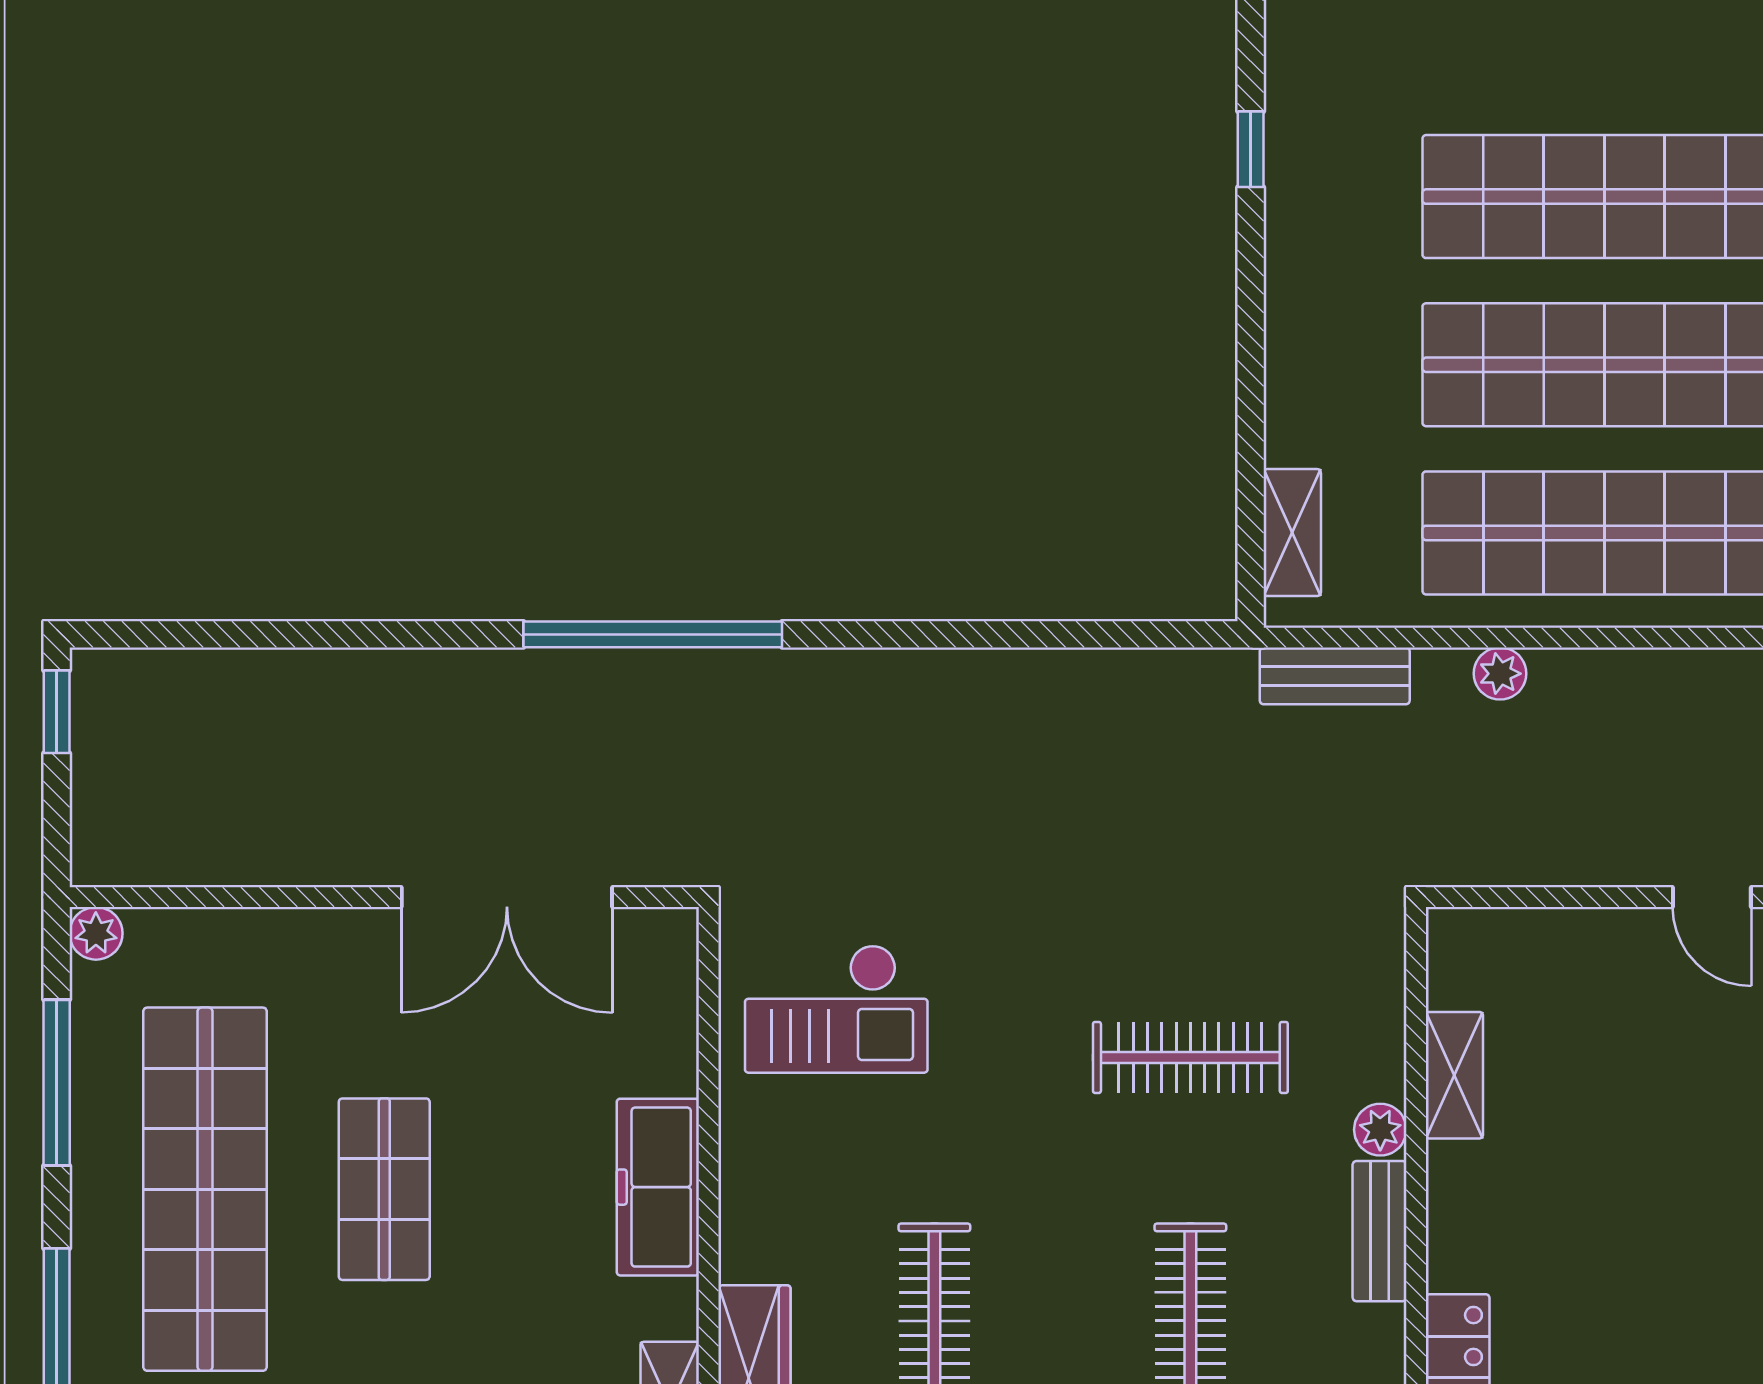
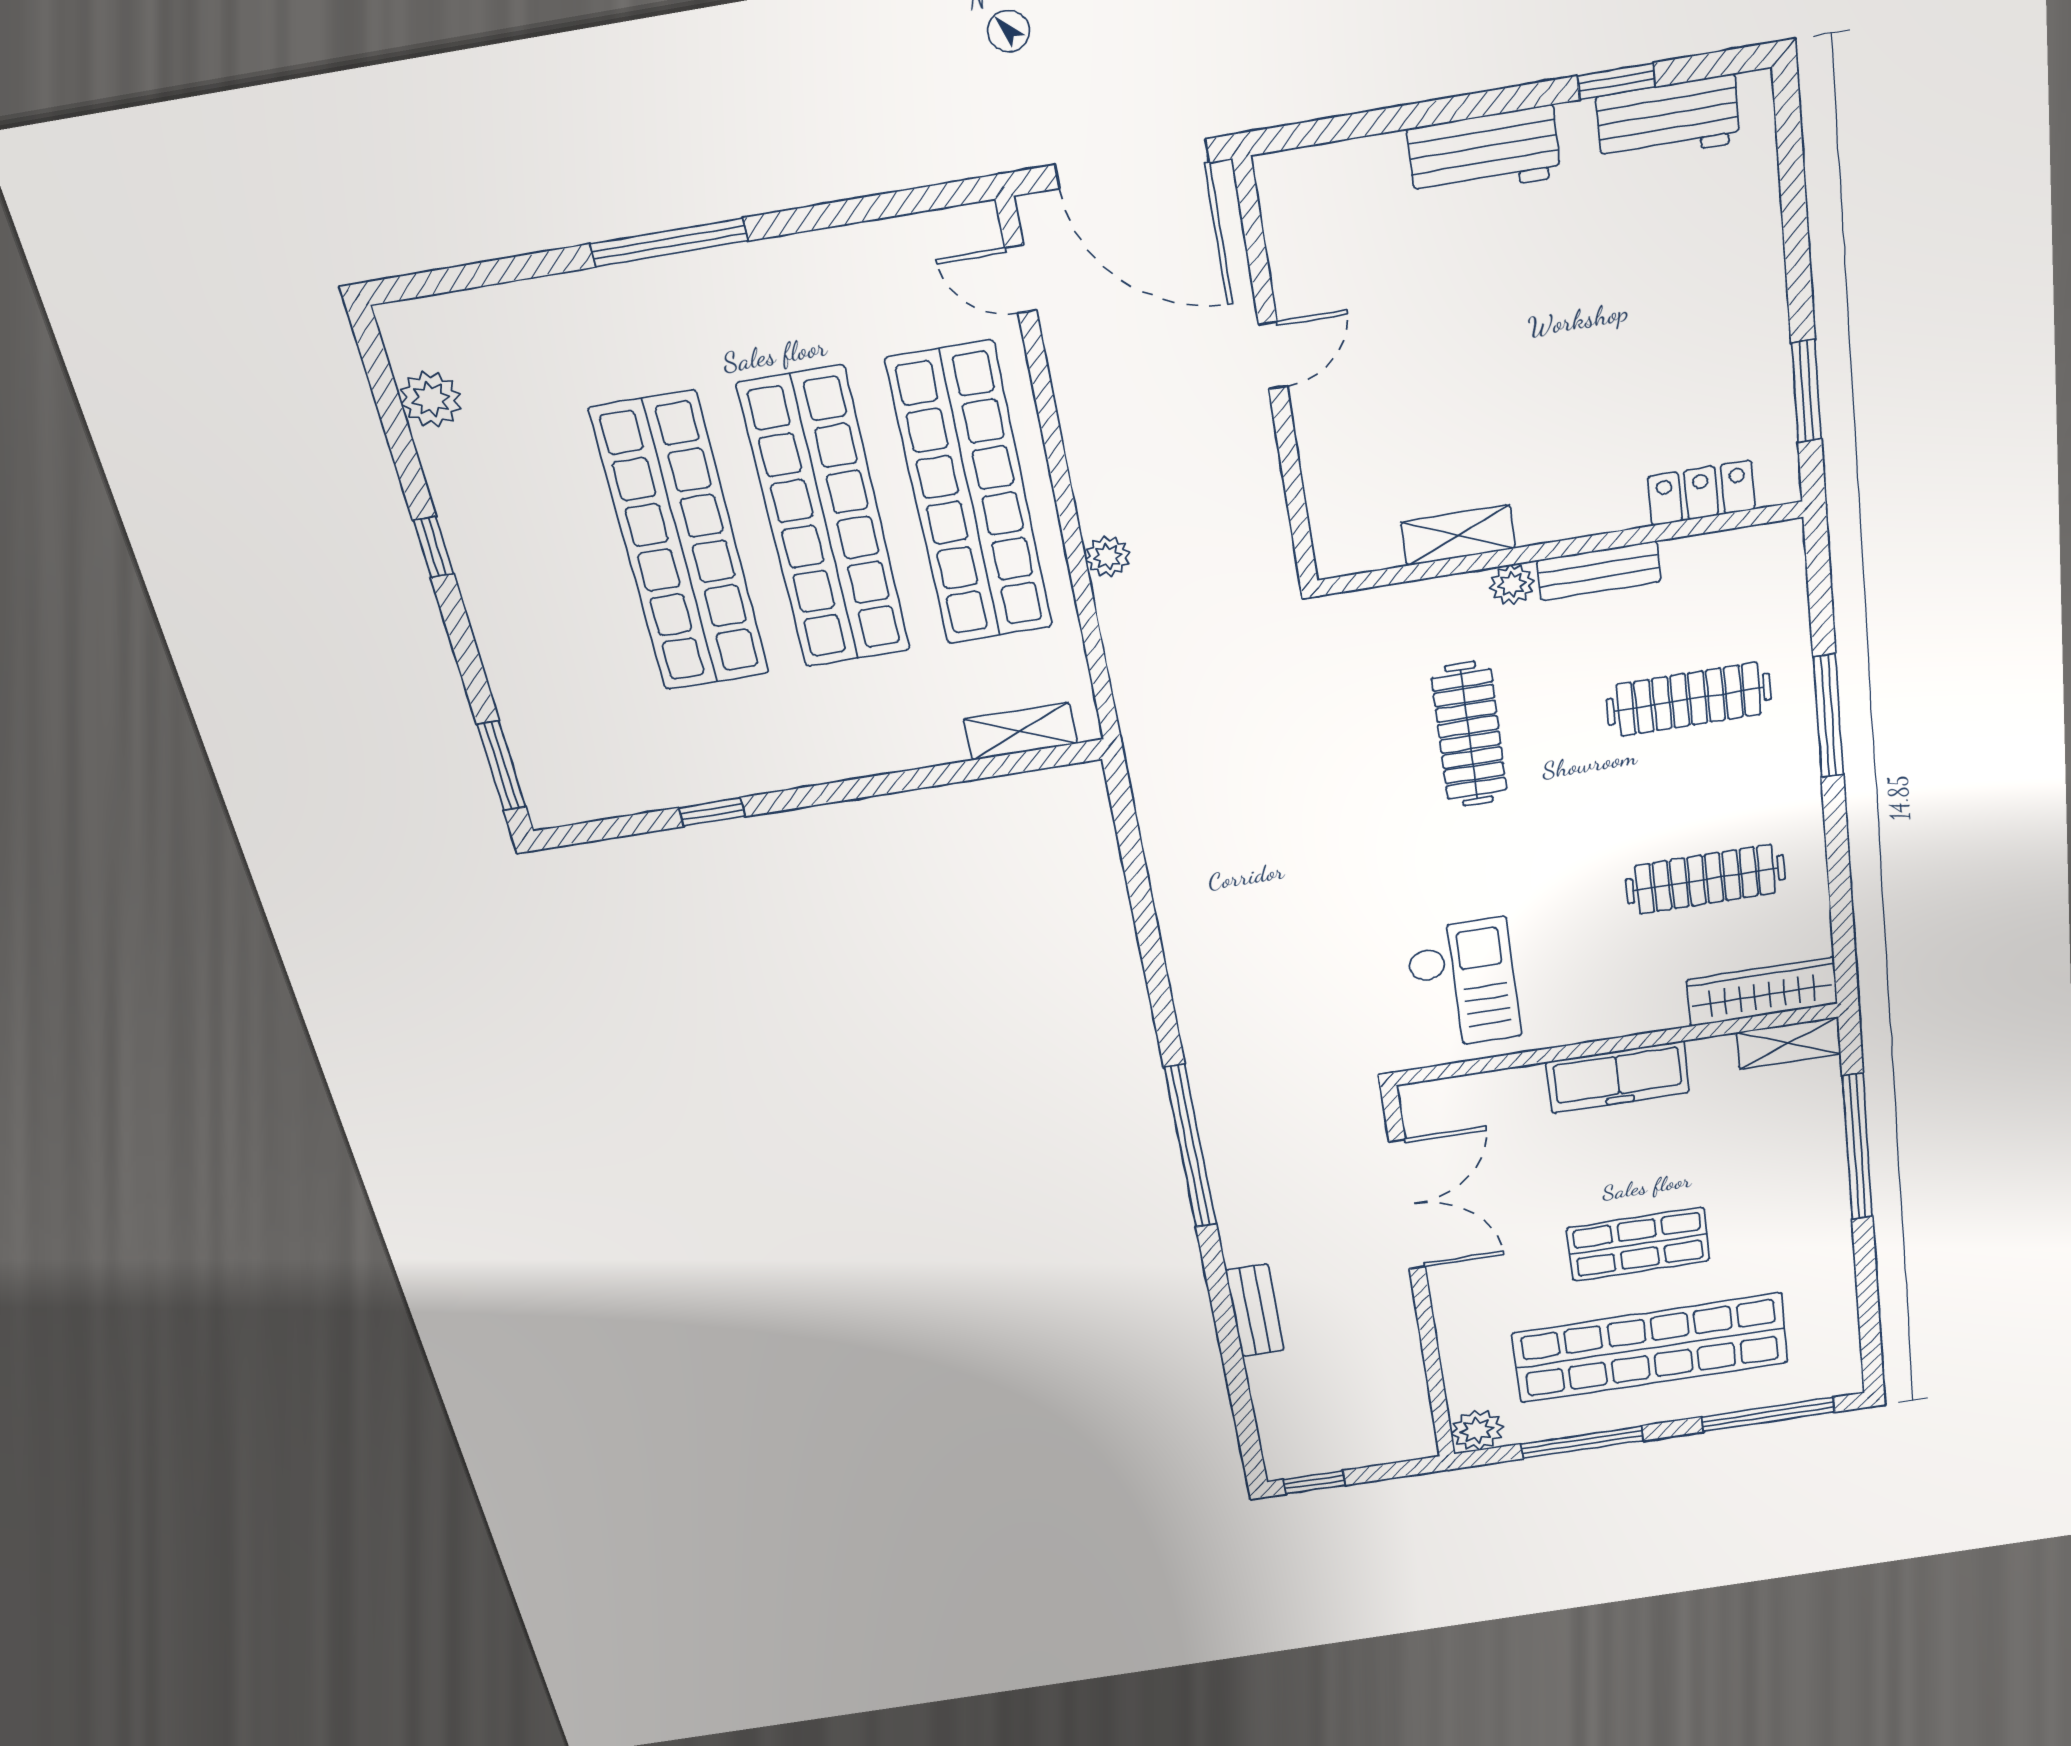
bench: (1335, 676) -> (1255, 1310), moved
plant: (96, 933) -> (1477, 1430), width x1.38, depth x1.38

